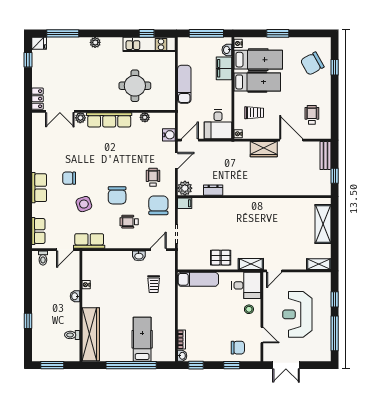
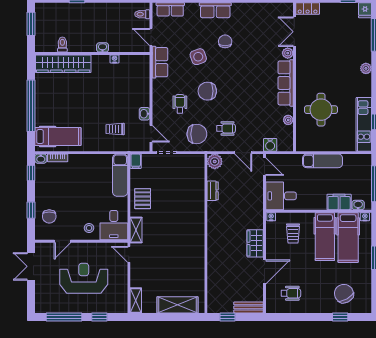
filing cabinet: (185, 203) -> (136, 161), moved
hospital bed: (142, 339) -> (58, 137), moved

